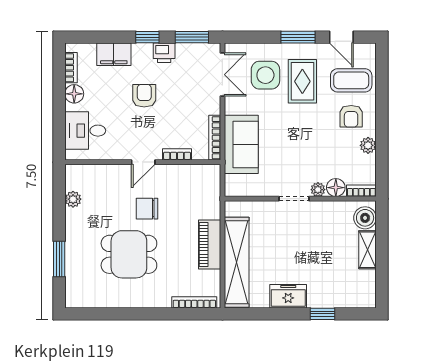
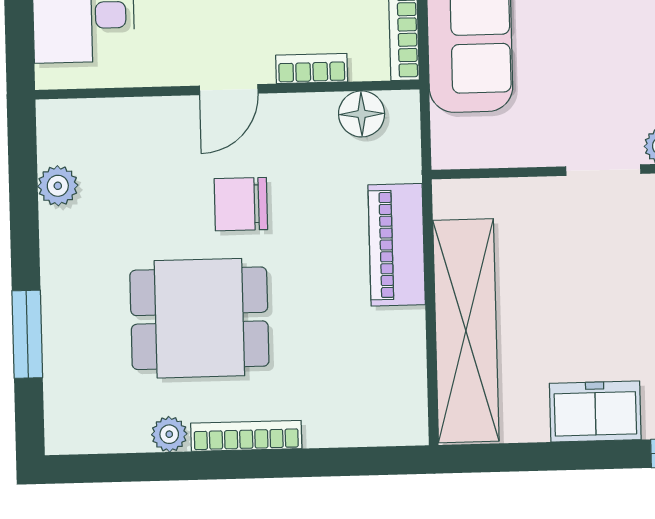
floor lamp: (197, 173) -> (362, 114), added
piano: (210, 245) -> (397, 245), moved
plant: (115, 301) -> (169, 434), added
bookcase: (194, 302) -> (246, 436), moved

